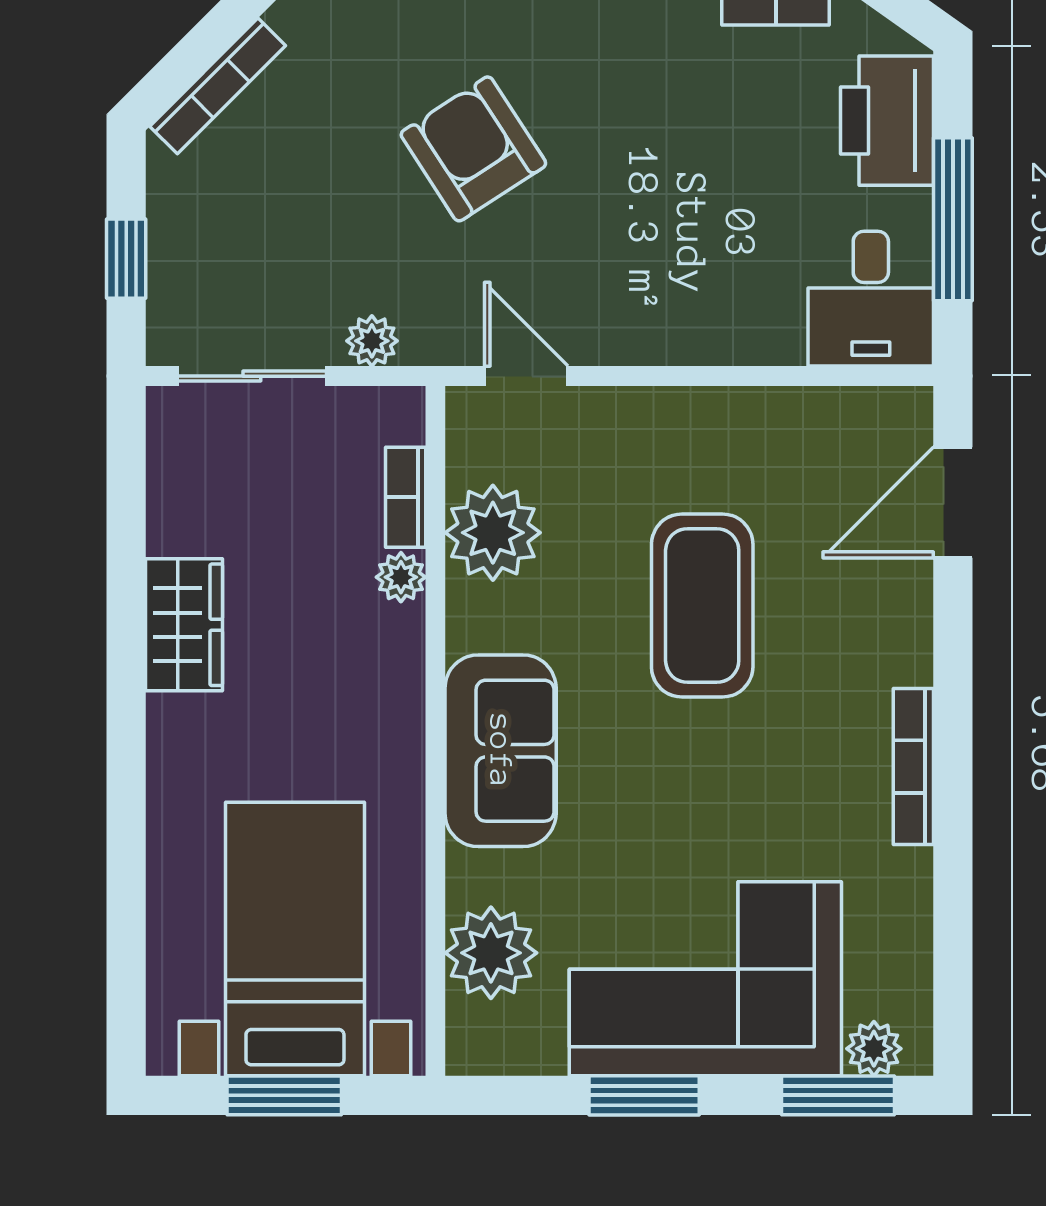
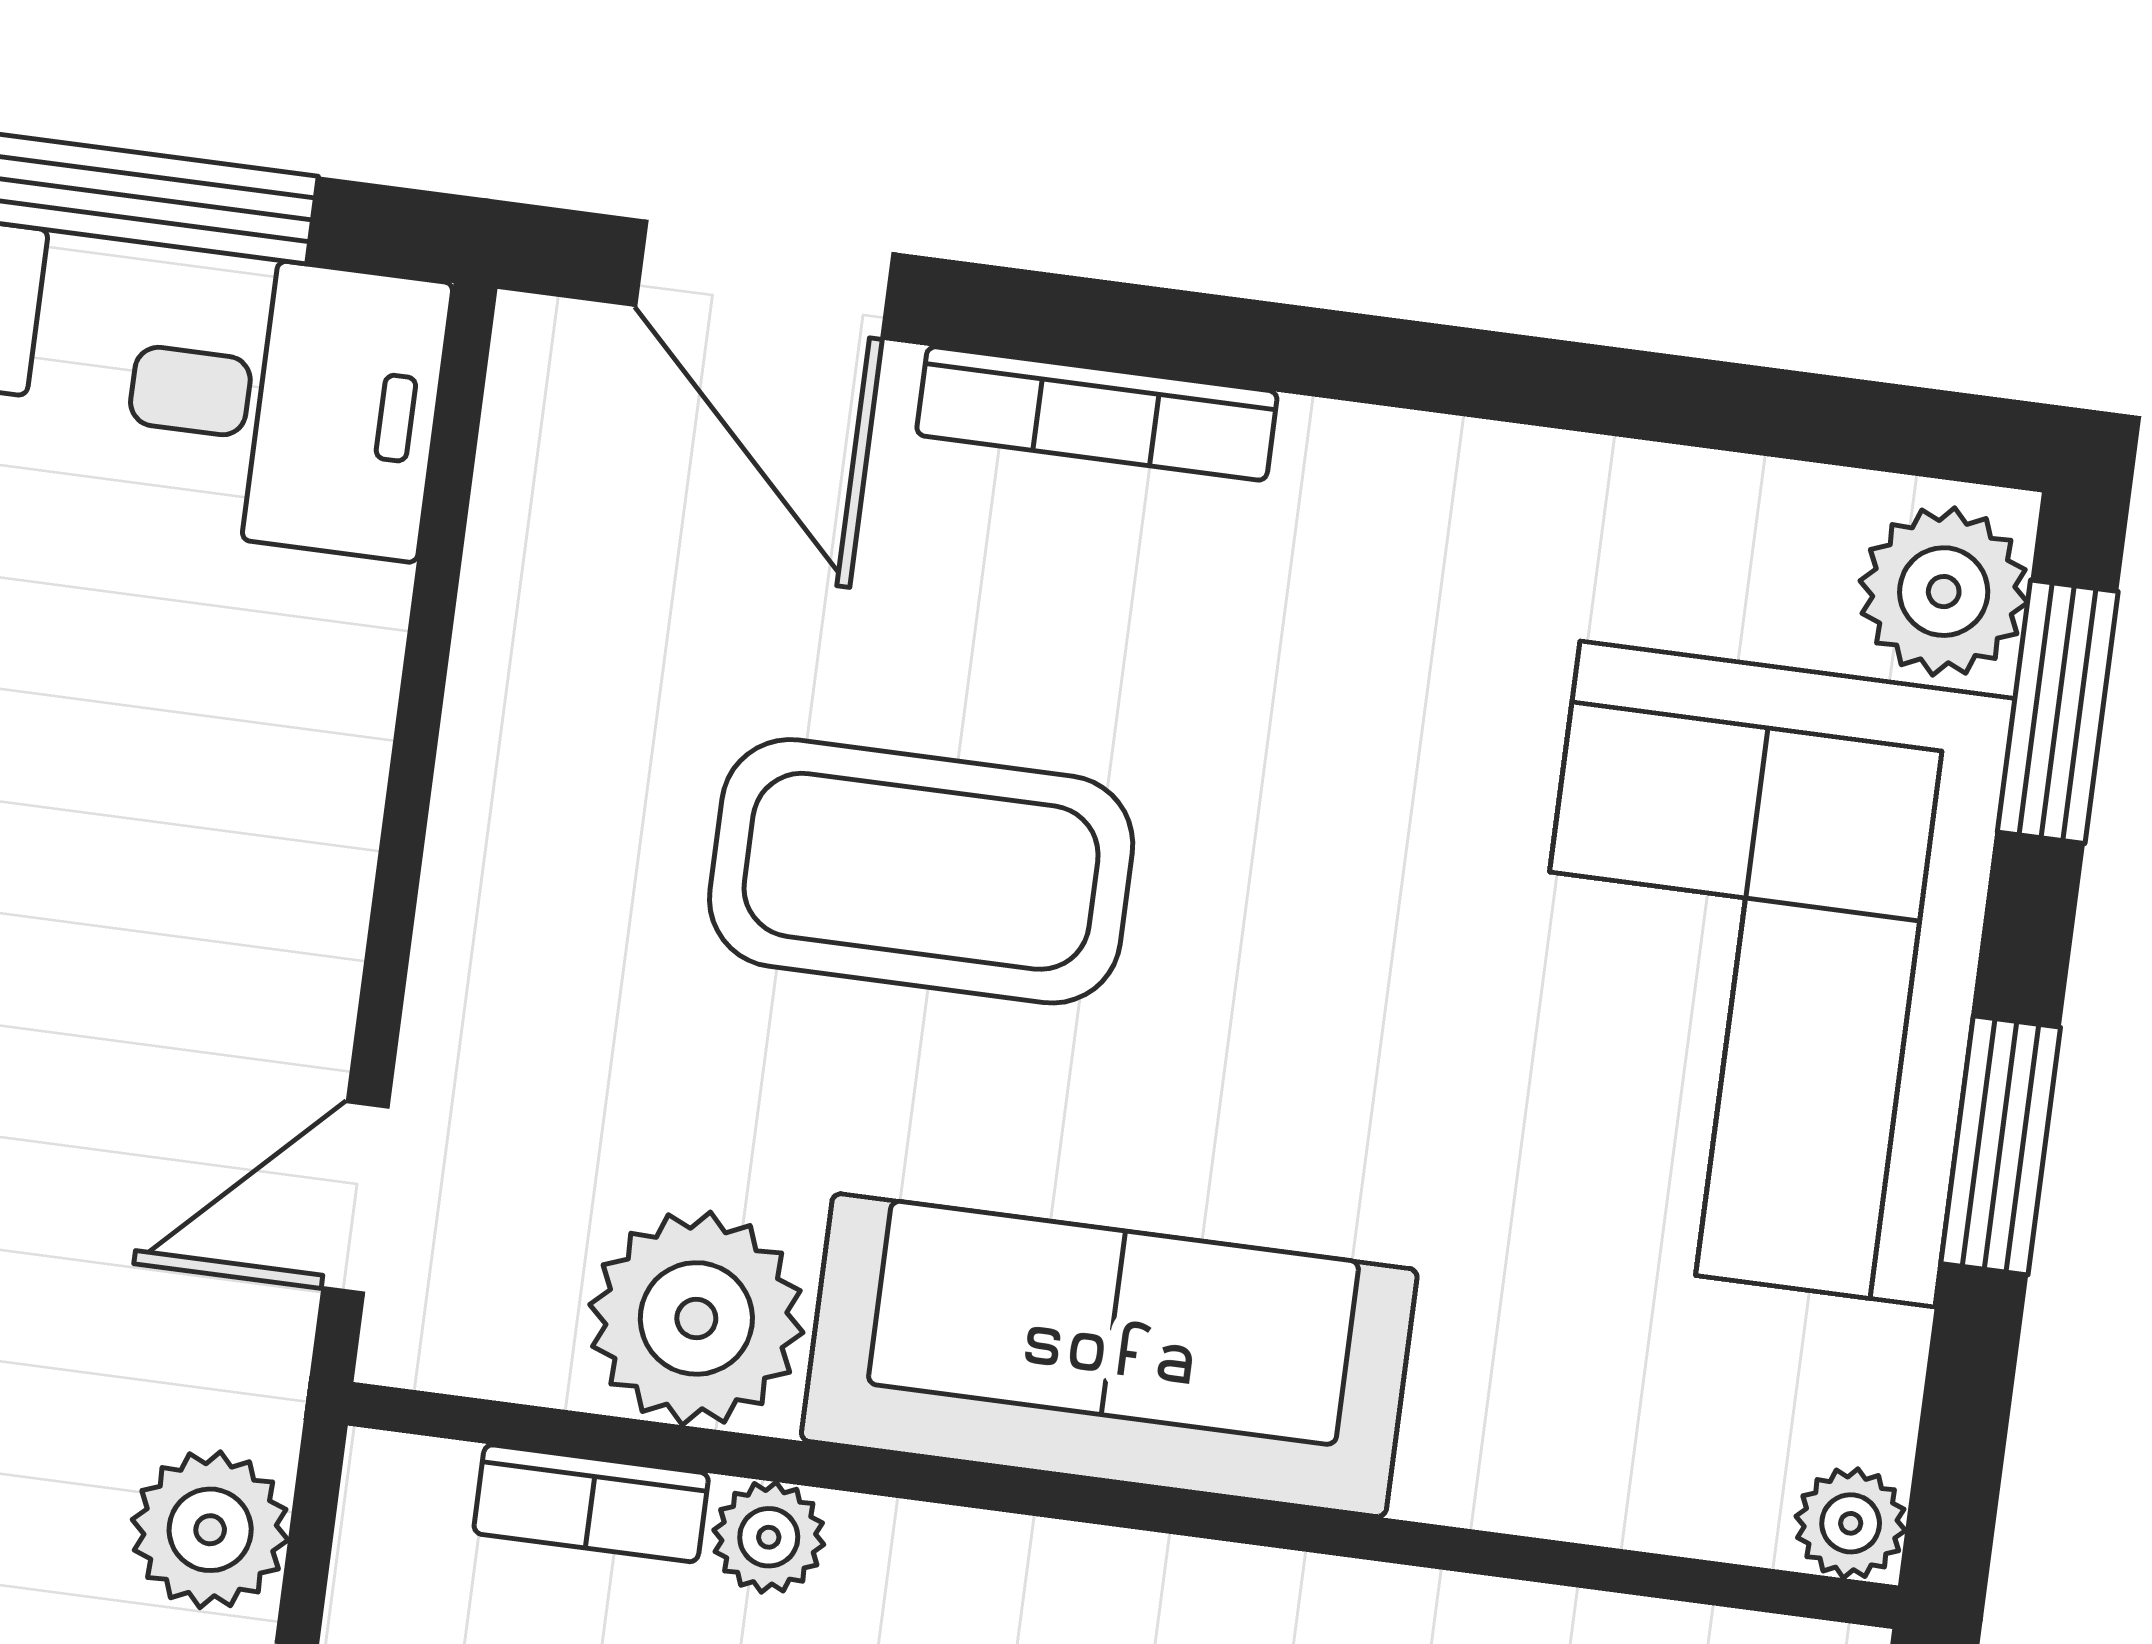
plant: (372, 341) -> (210, 1530), width x1.38, depth x1.38
sofa: (501, 751) -> (1109, 1355), width x1.36
bookcase: (913, 766) -> (1097, 413), moved
plant: (491, 953) -> (1851, 1523), moved, width x0.53, depth x0.53
plant: (874, 1049) -> (1944, 592), width x1.38, depth x1.38

